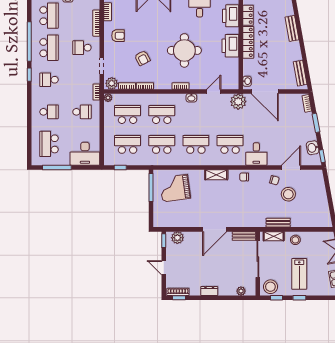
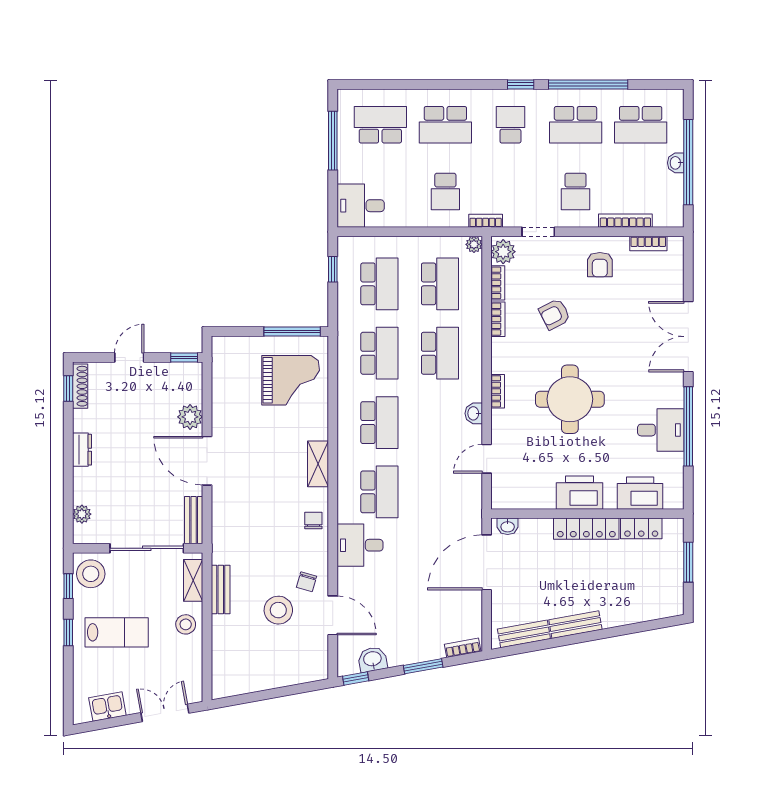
bench: (292, 28) -> (575, 625), moved
school desk: (82, 48) -> (576, 192), turned 180
door: (214, 92) -> (487, 459), swing flipped
plant: (238, 102) -> (466, 508), removed
school desk: (49, 112) -> (445, 125), width x1.85
desk: (85, 154) -> (361, 206), width x0.73
grand piano: (175, 188) -> (291, 380), turned 98
plant: (177, 238) -> (190, 417), moved
lab bench: (299, 274) -> (117, 632), turned 180

